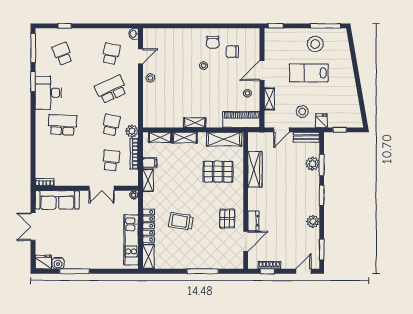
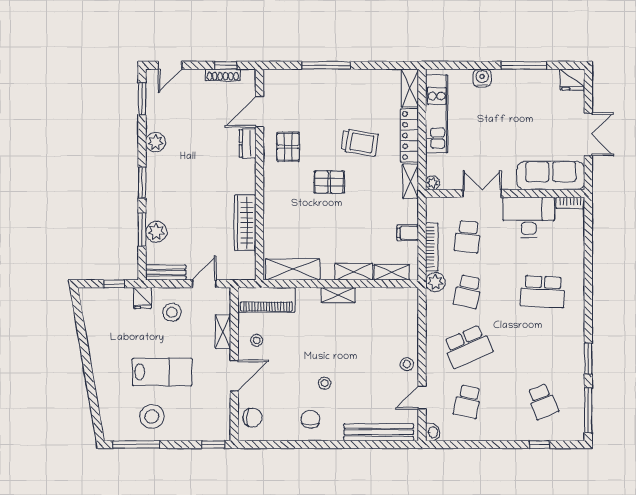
bench: (169, 34) -> (379, 432), added
chair: (232, 52) -> (252, 418), moved
desk: (48, 93) -> (529, 217), moved, turned -90
pallet: (218, 172) -> (329, 182), moved, width x0.67, depth x0.71
shelving: (148, 180) -> (411, 181), moved
water cooler: (58, 263) -> (482, 78), moved

